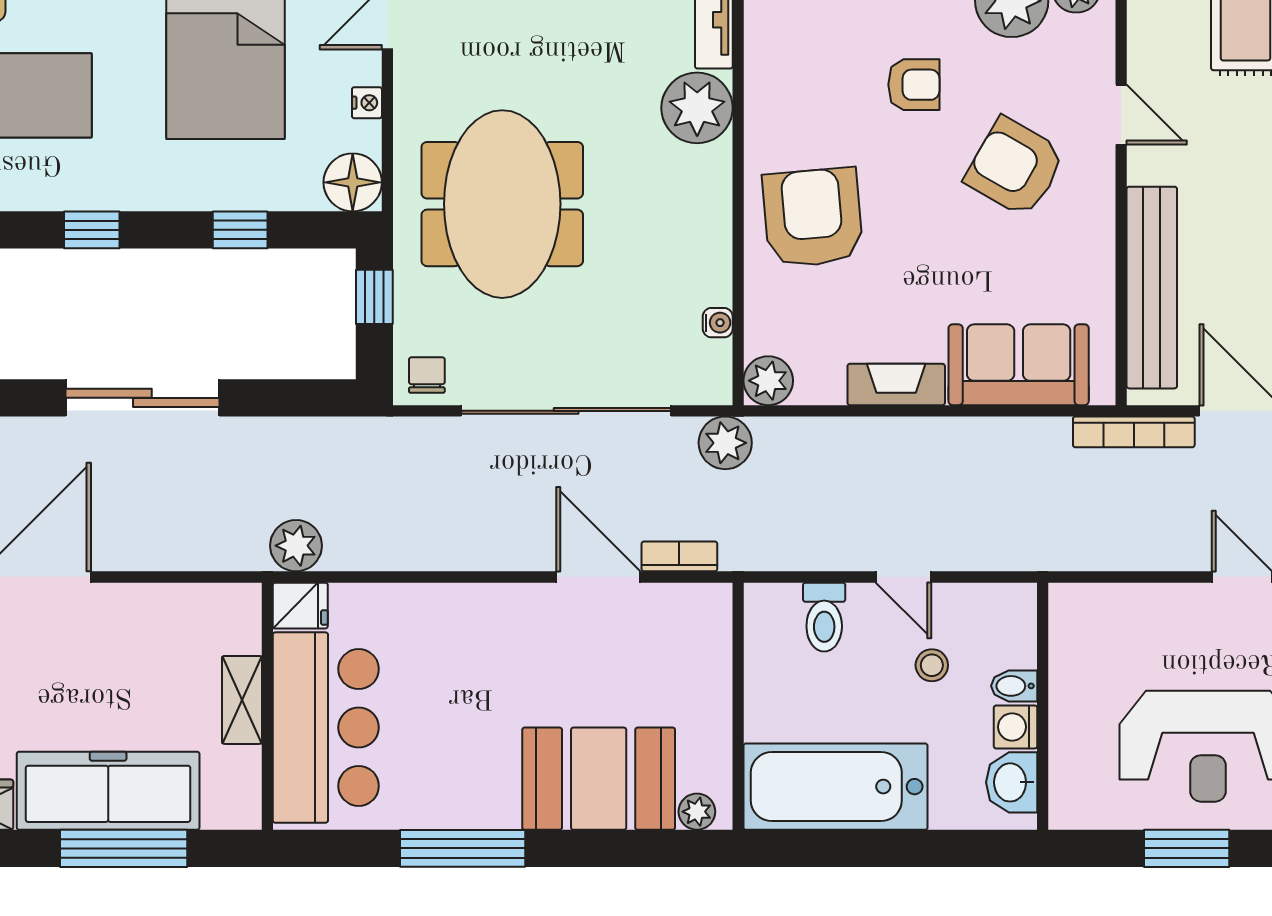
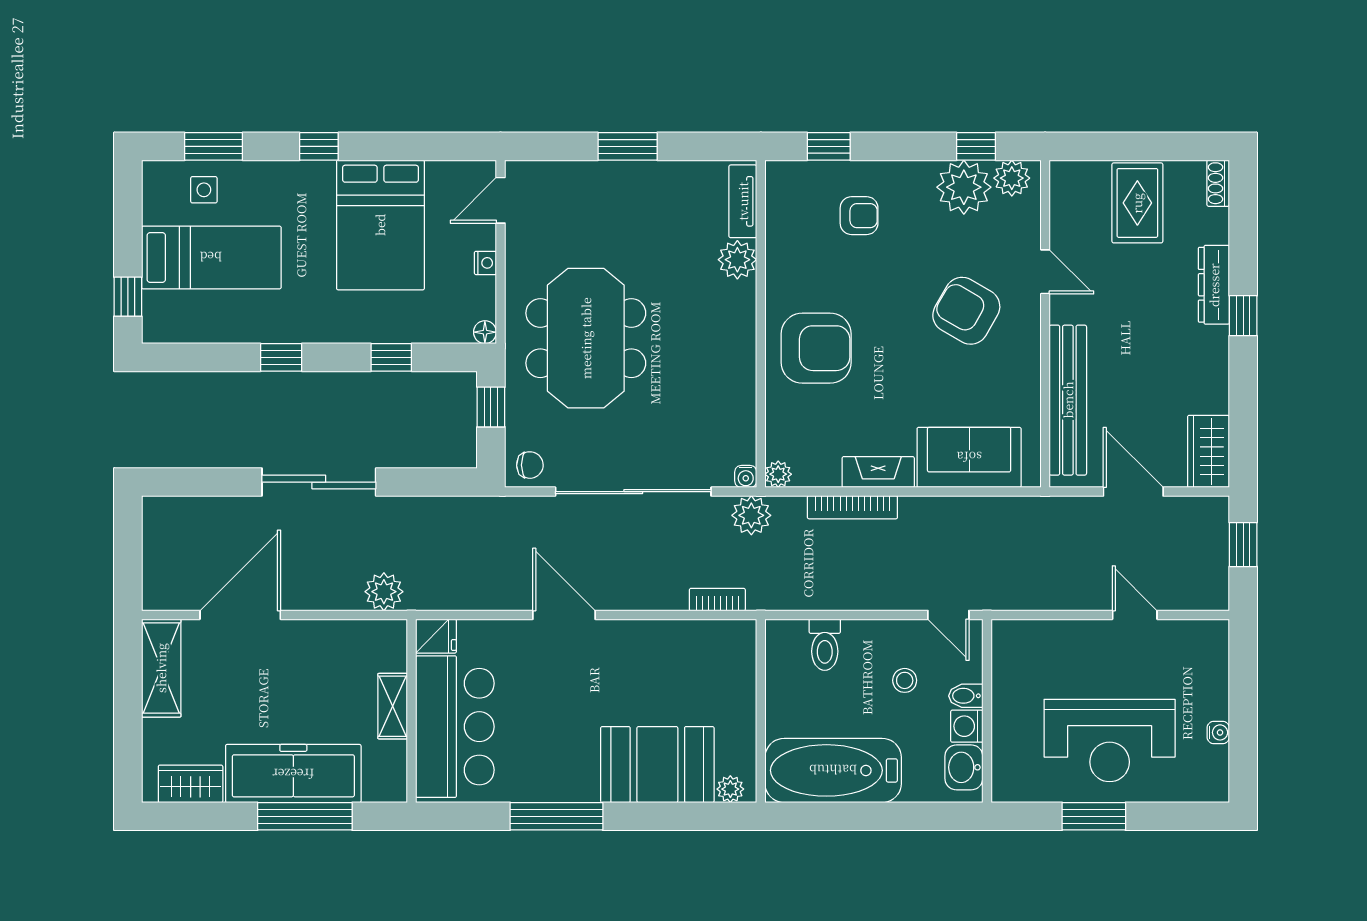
armchair: (914, 85) -> (859, 216), moved
plant: (697, 108) -> (737, 260), width x0.73, depth x0.73
floor lamp: (353, 182) -> (485, 332), width x0.53, depth x0.53
armchair: (813, 218) -> (816, 348), turned 95
water cooler: (718, 323) -> (746, 476), moved, turned 90
chair: (427, 375) -> (530, 465), turned 89
plant: (768, 381) -> (778, 474), width x0.73, depth x0.73
bookcase: (1134, 432) -> (852, 507), moved
plant: (296, 546) -> (384, 592), moved
door: (598, 577) -> (564, 615), moved
door: (903, 577) -> (948, 615), moved

